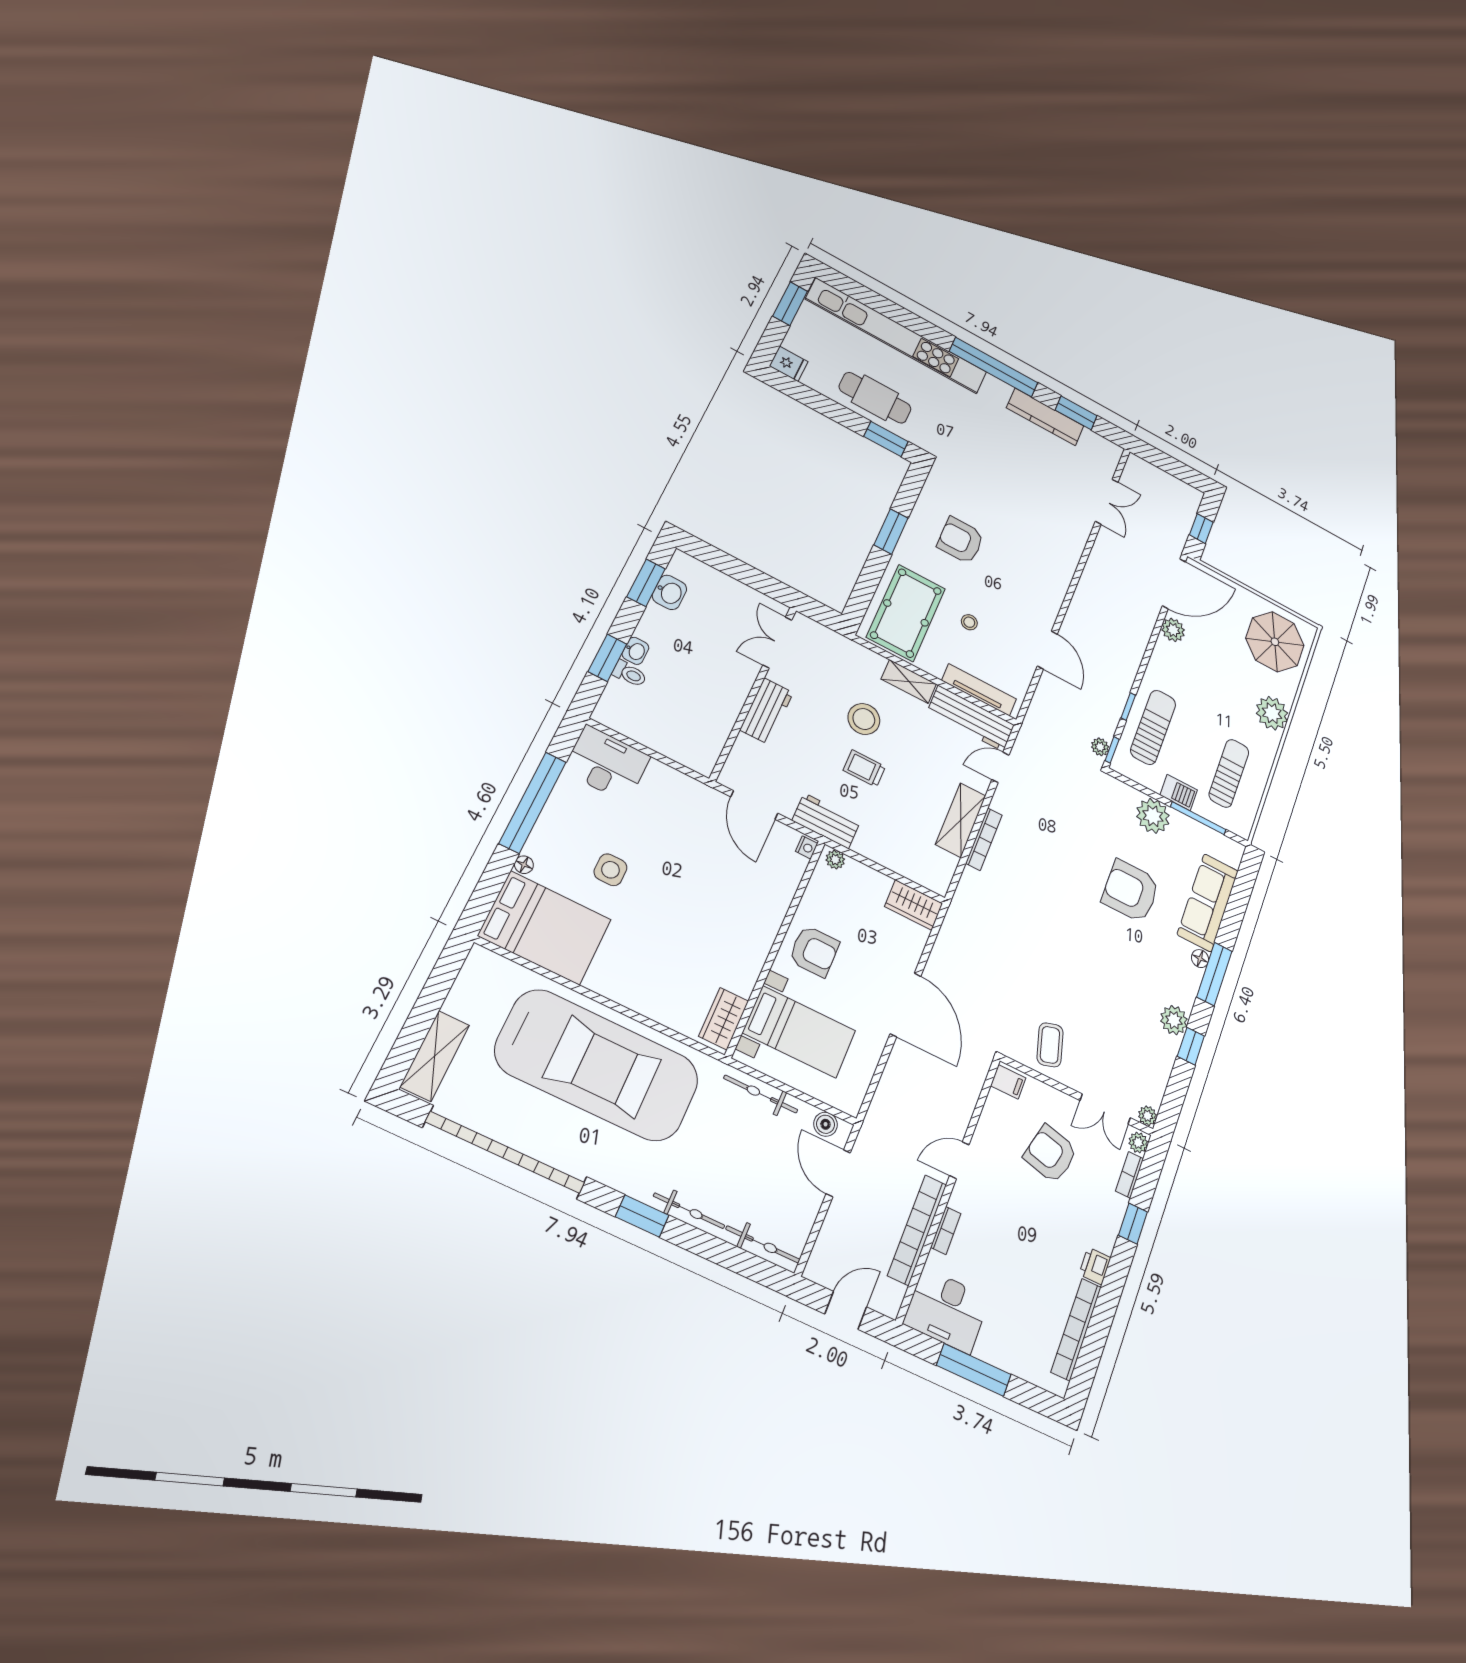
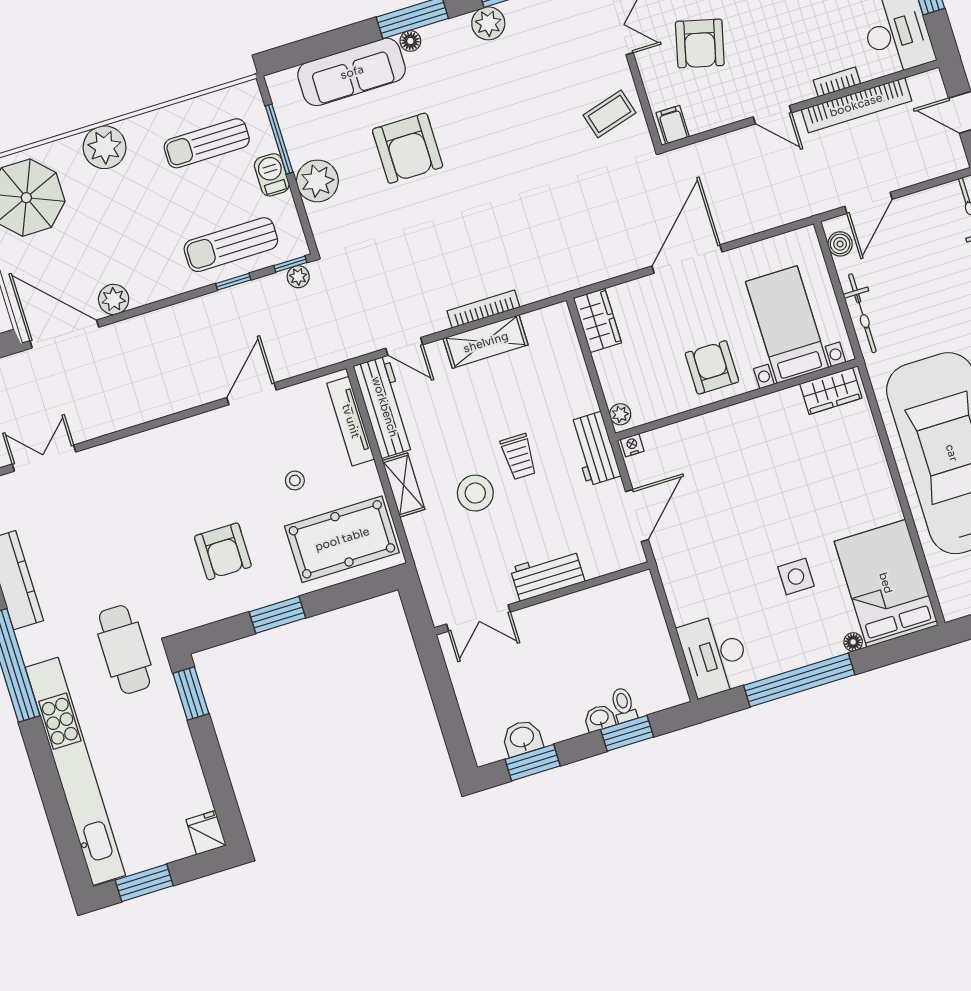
cafe table: (875, 398) -> (124, 650), moved

